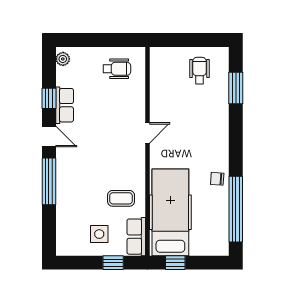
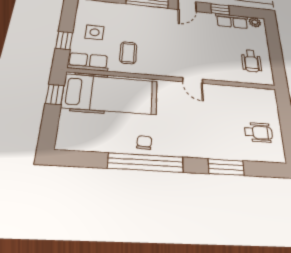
window: (236, 88) -> (226, 167), moved
row of seats: (65, 105) -> (232, 21), moved
window: (236, 209) -> (146, 163), moved

